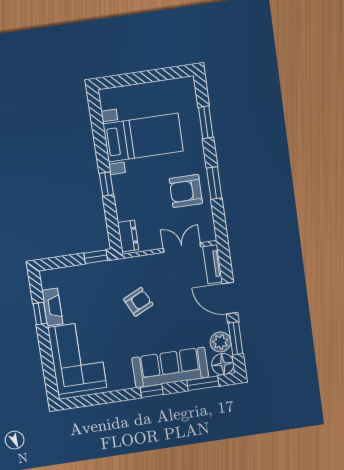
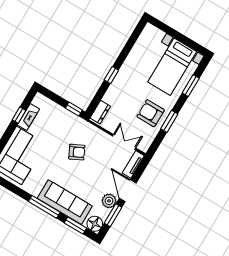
bed with nightstands: (143, 138) -> (172, 67), moved, turned 90
plant: (220, 342) -> (109, 201), moved
window: (152, 391) -> (44, 207), width x2.17

